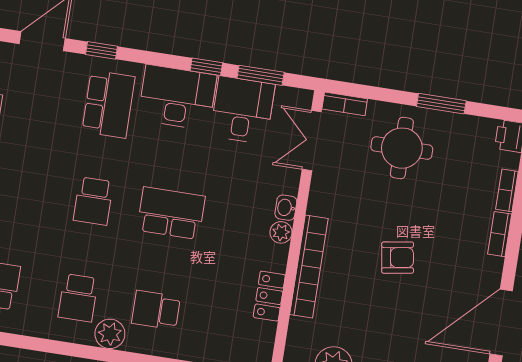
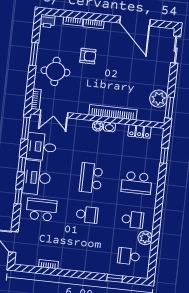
window: (102, 50) -> (18, 196), moved
window: (261, 75) -> (26, 128), moved
washbasin: (286, 208) -> (109, 127), moved
armchair: (398, 258) -> (88, 56), moved, turned 99
locker: (269, 296) -> (139, 131), moved
school desk: (156, 310) -> (137, 183), width x1.85
plant: (110, 334) -> (145, 238), moved

